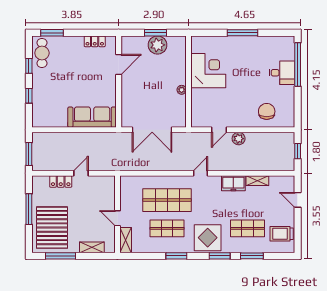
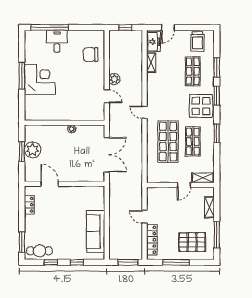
corner desk: (208, 71) -> (40, 79), moved, turned 90
sofa: (92, 117) -> (96, 232), moved
locker: (61, 181) -> (152, 240), width x1.53
freezer: (233, 183) -> (153, 42), moved
pallet: (52, 228) -> (192, 242), width x0.73, depth x0.71

